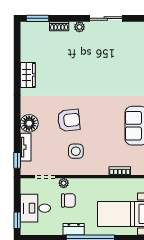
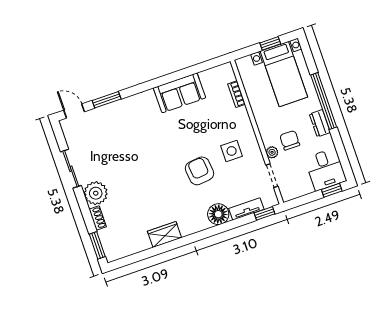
plant: (79, 27) -> (96, 193), width x1.88, depth x1.88
desk: (35, 208) -> (326, 169), moved

